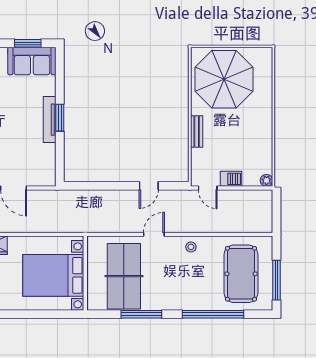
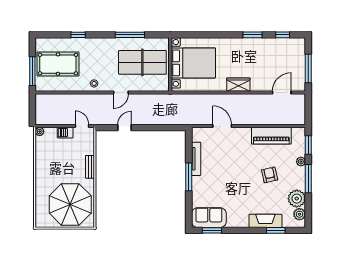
window: (60, 118) -> (189, 177), width x1.44
tv unit: (50, 120) -> (196, 159), moved
pool table: (241, 274) -> (58, 64), turned 90
table tennis table: (124, 276) -> (142, 62), turned 90
window: (276, 280) -> (32, 71), moved
window: (213, 314) -> (78, 35), width x0.32

